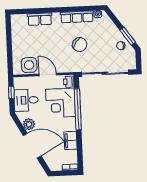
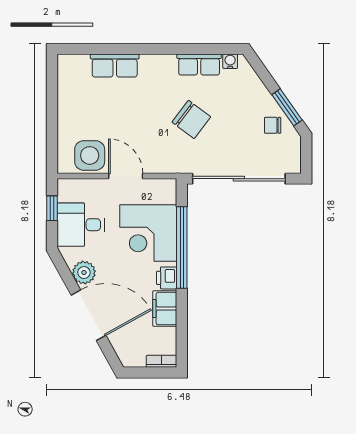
row of seats: (77, 17) -> (199, 65), width x0.68
printer: (69, 82) -> (167, 278), moved

